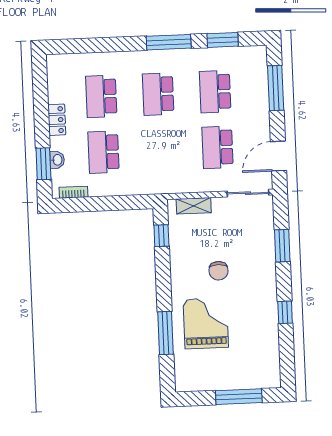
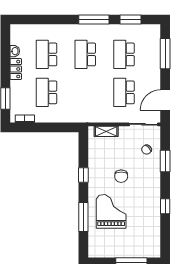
washbasin: (57, 160) -> (15, 51), moved
chair: (254, 230) -> (147, 150), added
window: (161, 236) -> (83, 175), moved

